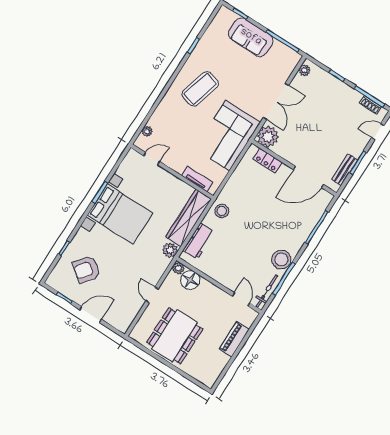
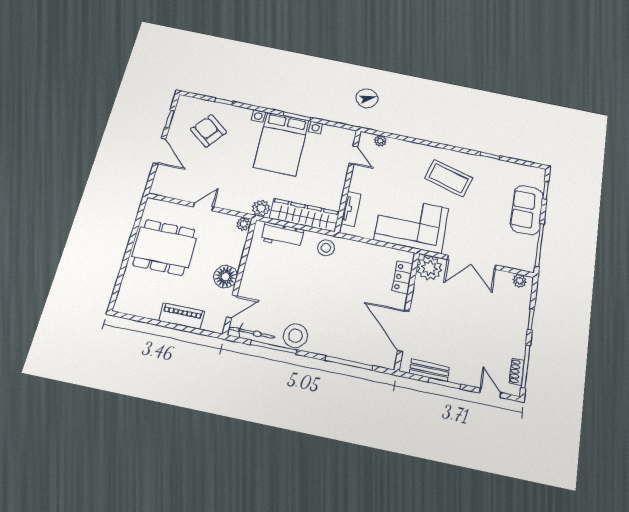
floor lamp: (190, 280) -> (225, 277), moved

